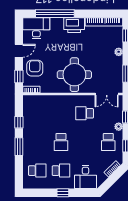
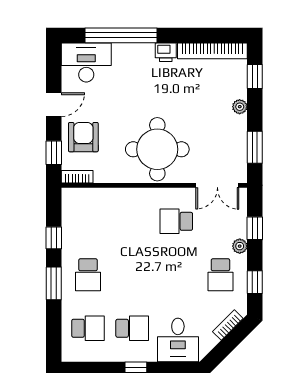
printer: (74, 25) -> (166, 52), width x0.53, depth x0.68
school desk: (61, 142) -> (88, 275), moved

